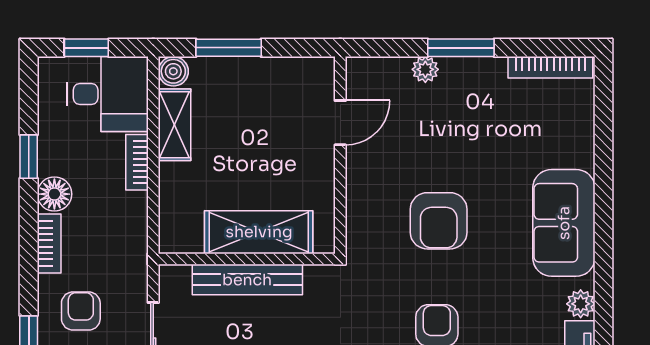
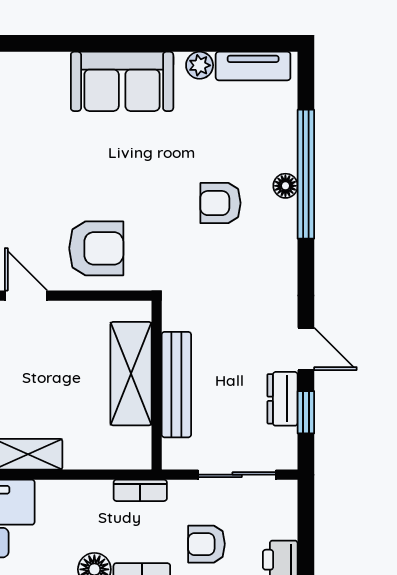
bookcase: (137, 162) -> (140, 490), moved
armchair: (439, 221) -> (96, 248), moved

